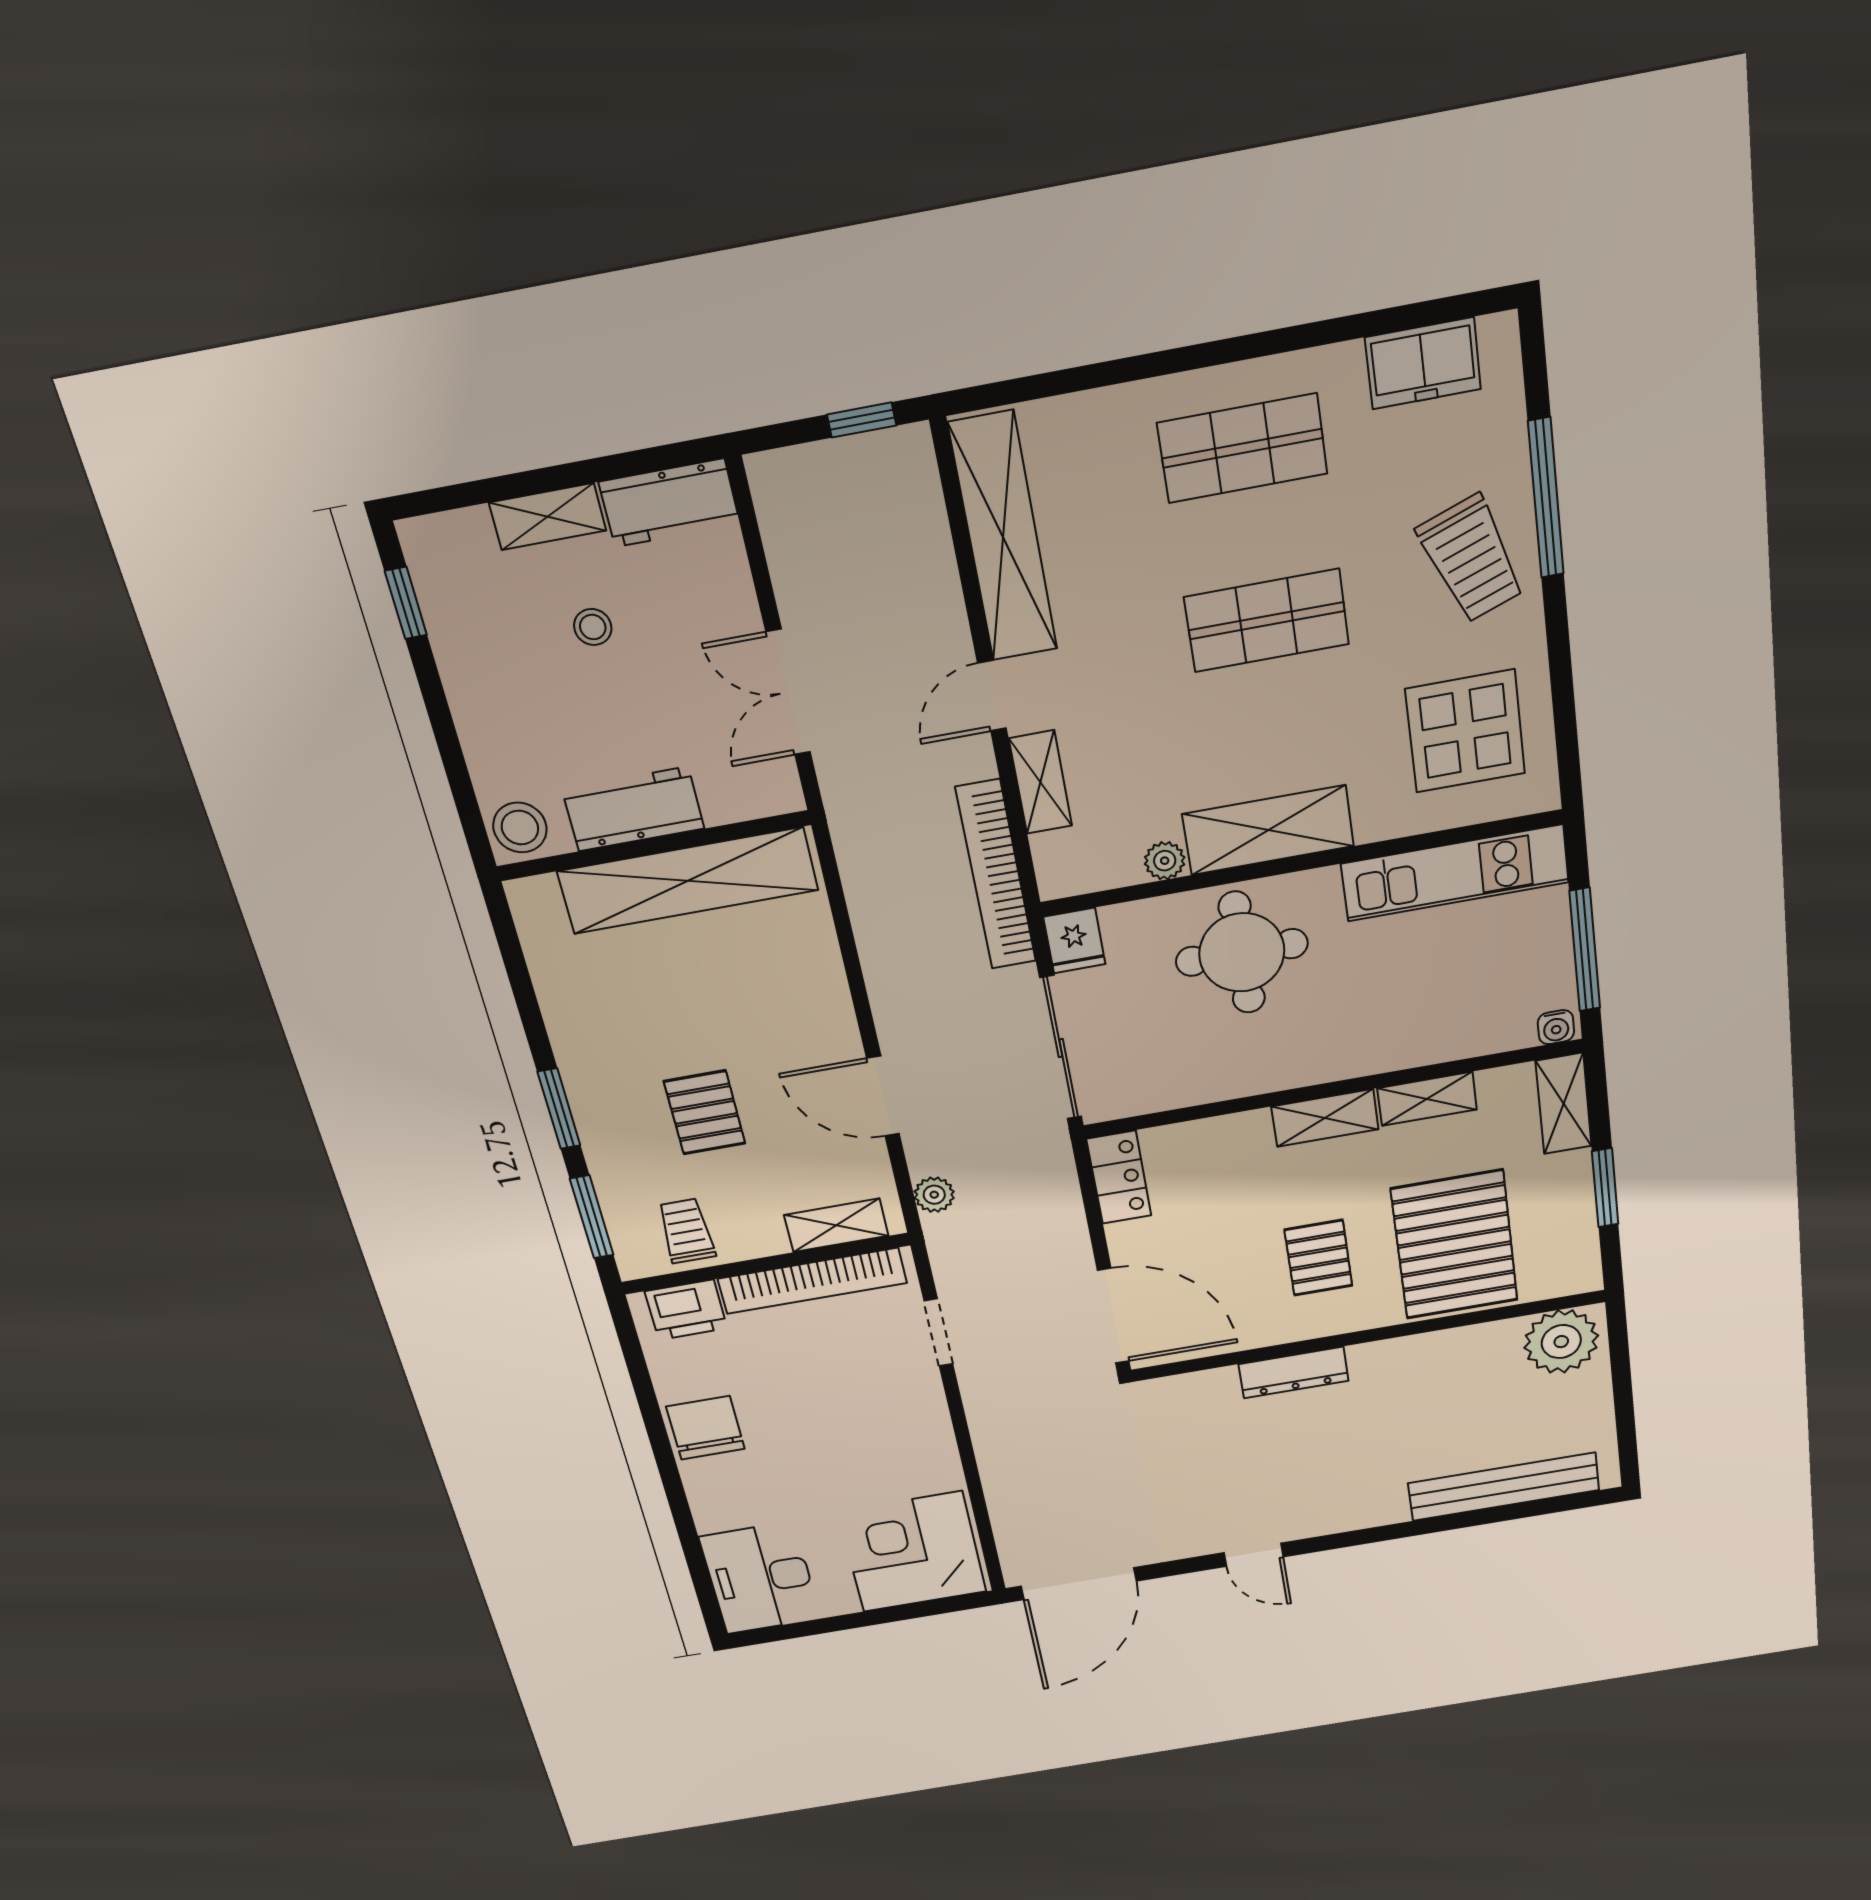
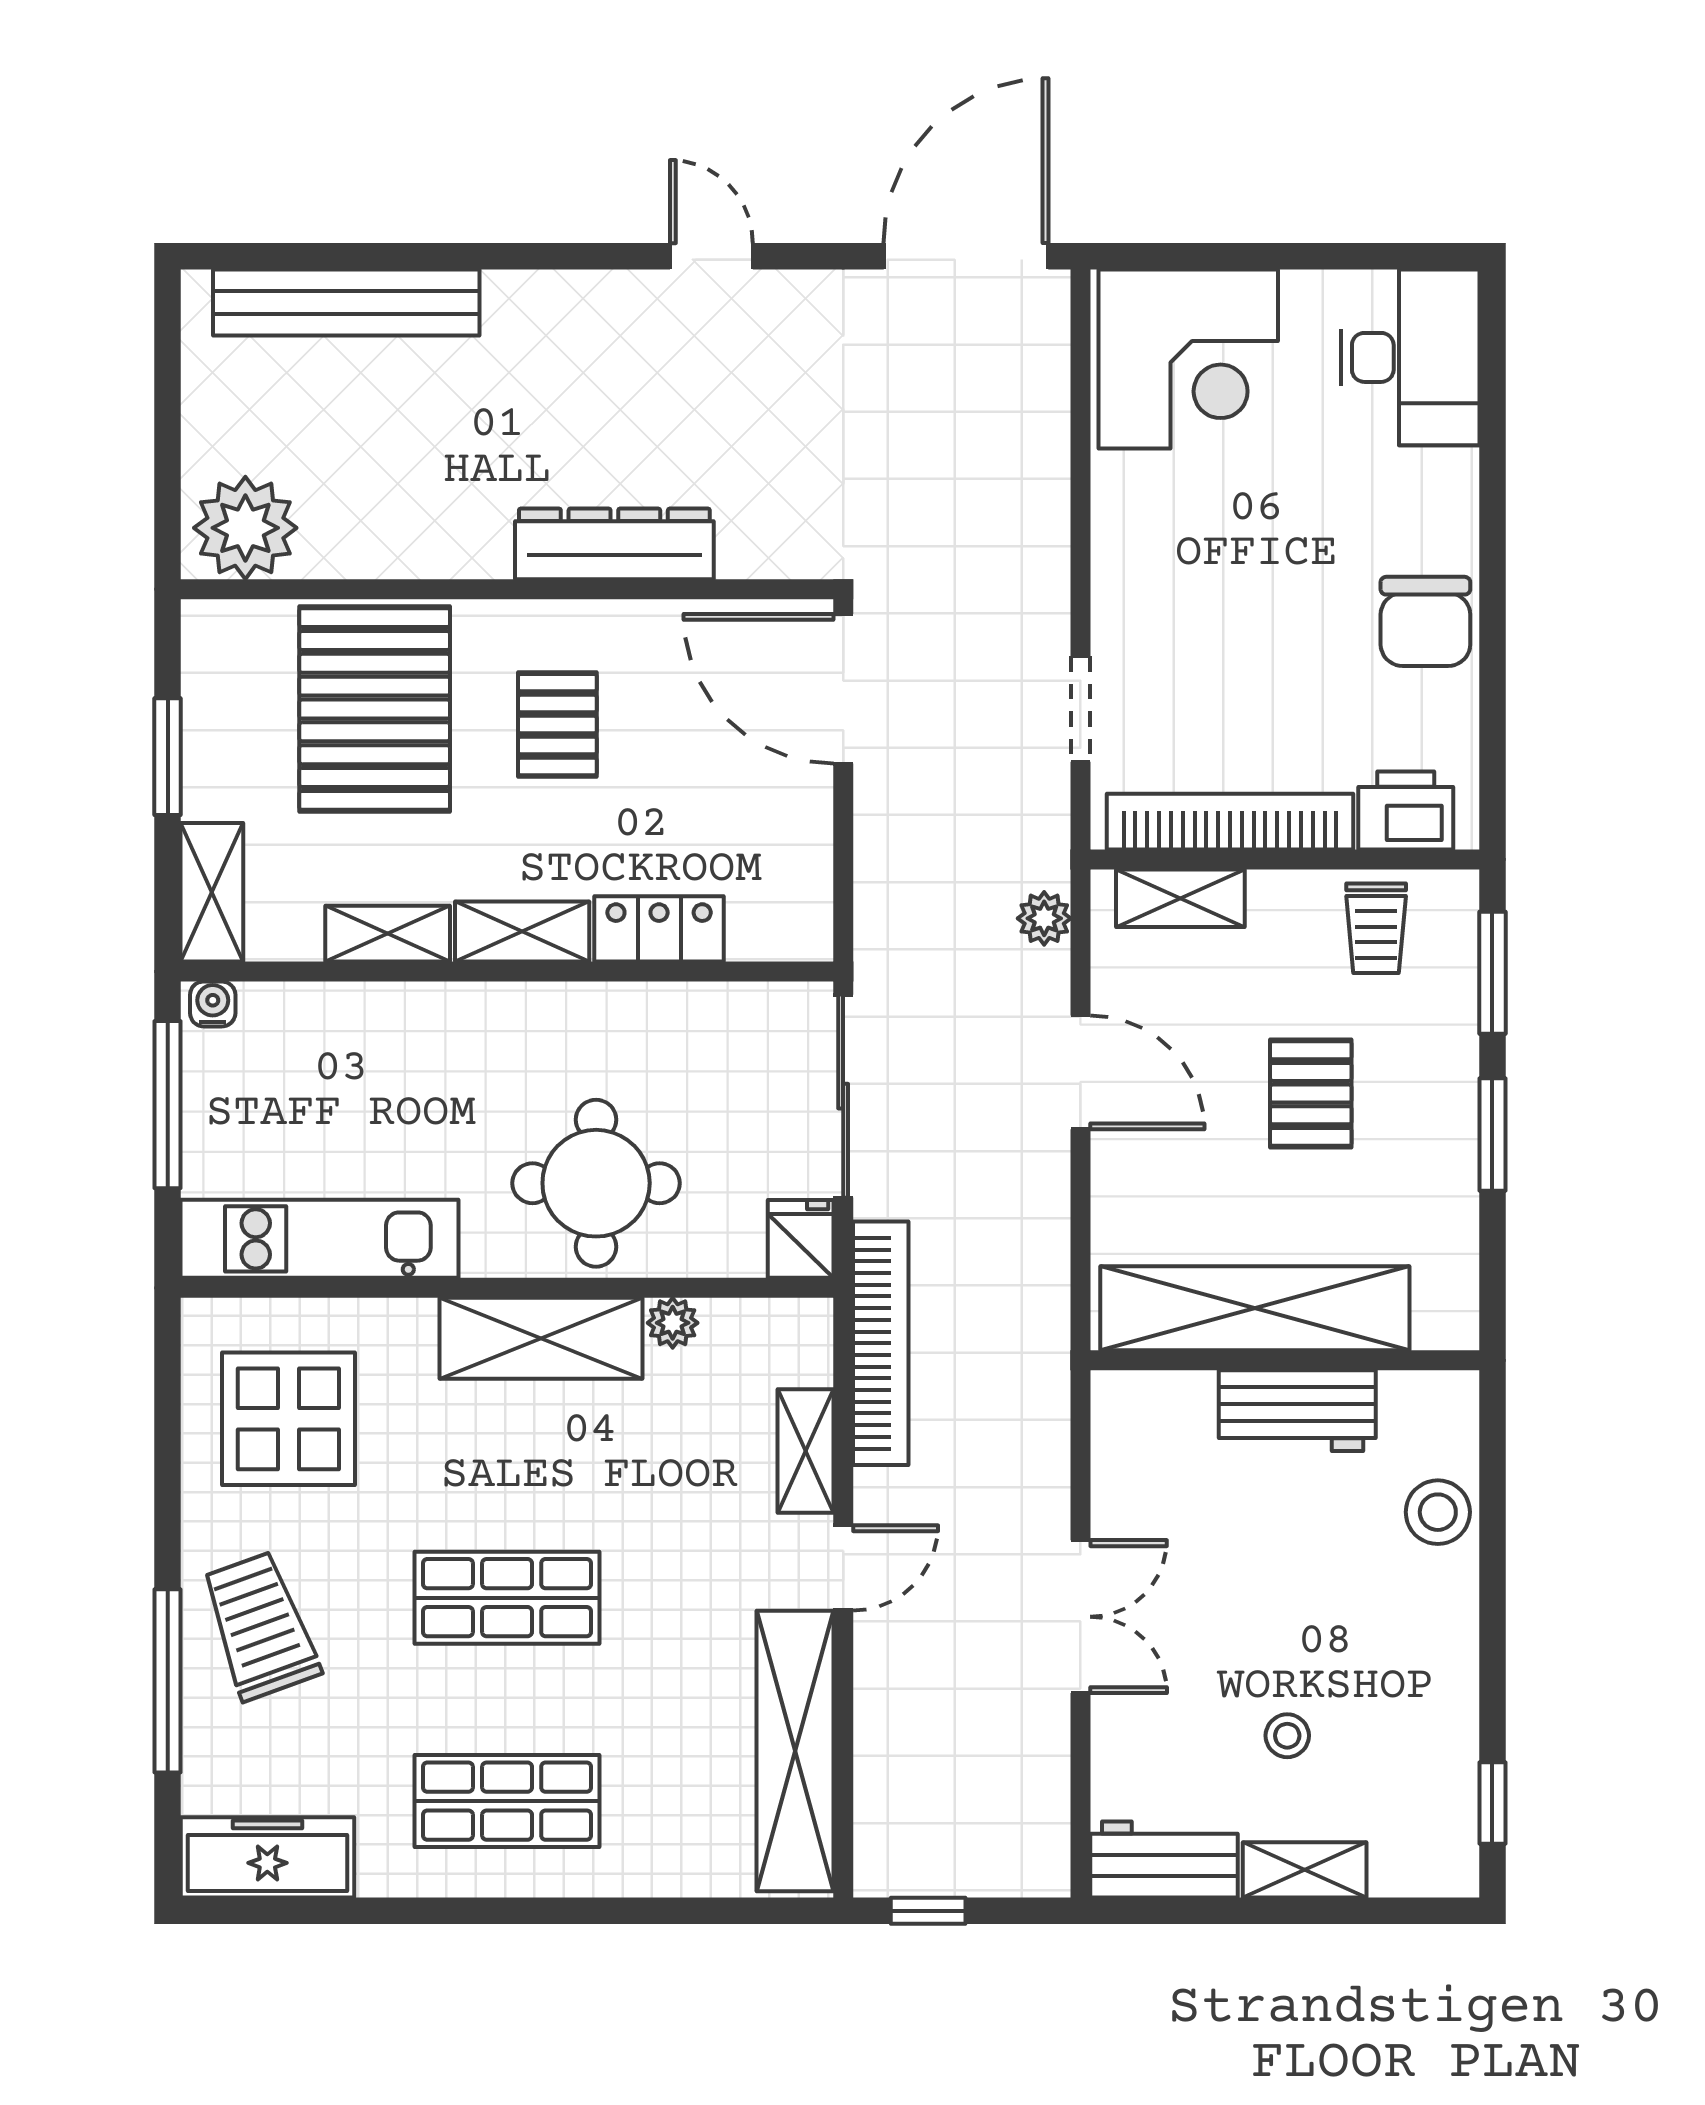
freezer: (1423, 363) -> (267, 1857), width x1.40
workbench: (633, 809) -> (1297, 1411), moved
wall: (654, 846) -> (1285, 1360), moved
shelving: (688, 881) -> (1255, 1308), moved
locker: (1119, 1177) -> (659, 929), moved, turned 90
dresser: (1293, 1372) -> (614, 544), width x1.37, depth x1.24

